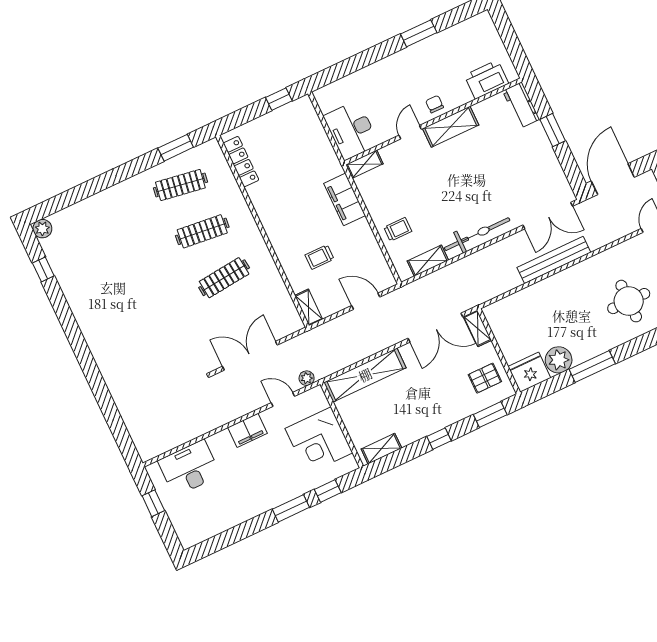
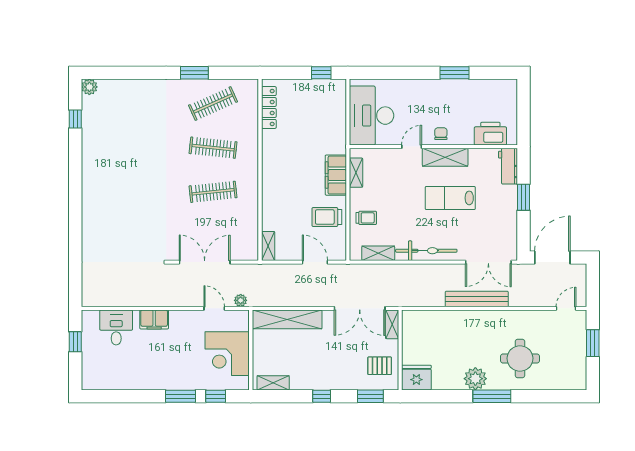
desk: (351, 130) -> (371, 116), width x1.36, depth x1.30
window: (176, 148) -> (194, 73), moved
shelving: (365, 164) -> (356, 173), moved, turned 90
lab bench: (476, 167) -> (450, 198), added
clothes rail: (180, 185) -> (213, 104), turned -33
trolley: (320, 257) -> (327, 217), moved, width x1.36, depth x1.39
plant: (559, 360) -> (475, 379), moved
window: (592, 367) -> (492, 396), moved
filing cabinet: (248, 430) -> (154, 319), moved
desk: (189, 468) -> (116, 327), width x0.73

